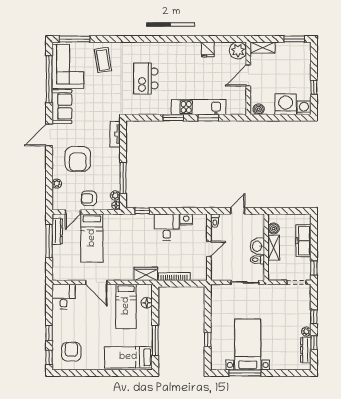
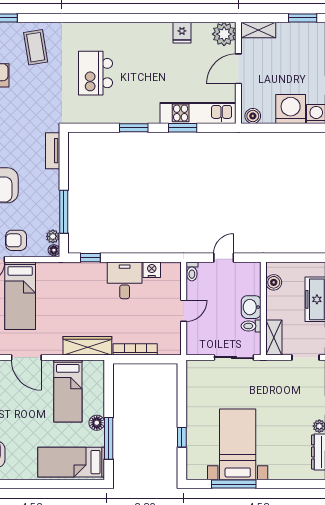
kitchen unit: (199, 107) -> (198, 113), moved
shelving: (274, 248) -> (274, 337), moved
wardrobe: (146, 274) -> (87, 346), width x1.50
floor lamp: (147, 303) -> (97, 423), moved

